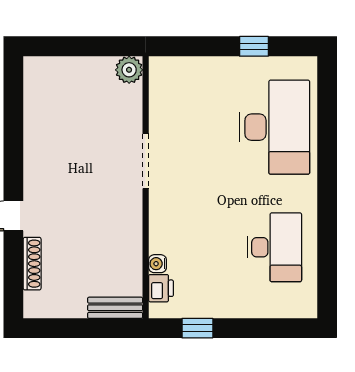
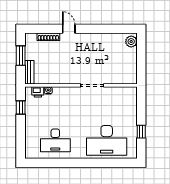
plant: (129, 70) -> (131, 42), moved
window: (76, 328) -> (21, 56), added

